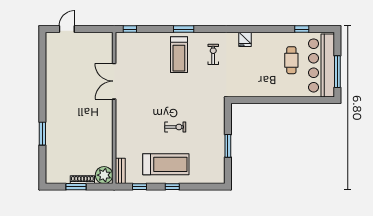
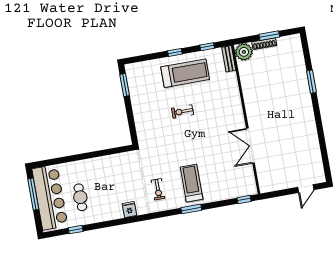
double door: (114, 81) -> (250, 146), swing flipped
window: (228, 146) -> (125, 85), moved
treadmill: (166, 164) -> (185, 73), turned 180

